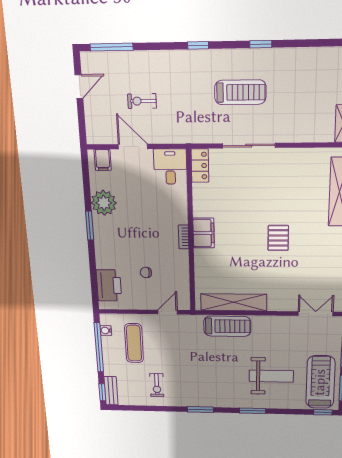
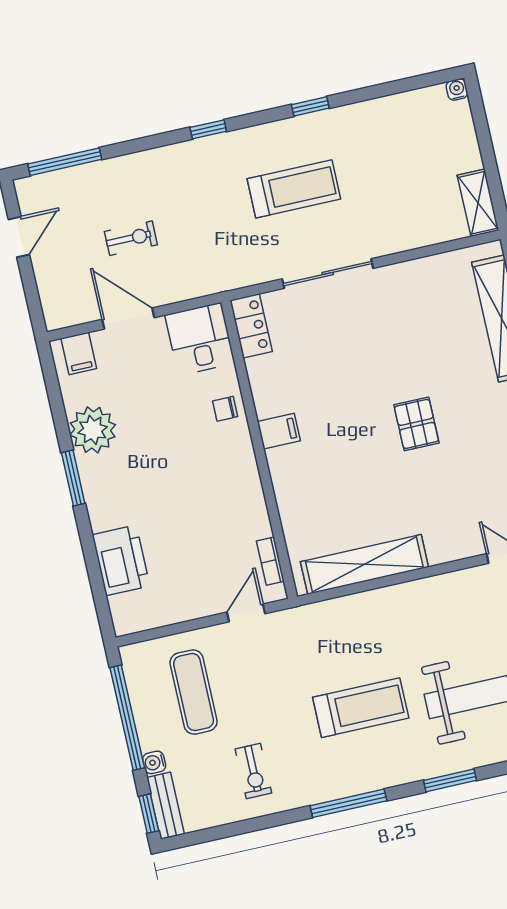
exercise bike: (142, 101) -> (131, 238), turned 180
filing cabinet: (204, 233) -> (279, 431), width x0.50
bookcase: (184, 237) -> (270, 561), moved
chair: (146, 272) -> (225, 409), moved
printer: (109, 285) -> (121, 560), moved
treadmill: (227, 326) -> (361, 708), moved
water cooler: (106, 330) -> (154, 762), moved
window: (200, 410) -> (348, 803), width x1.44

